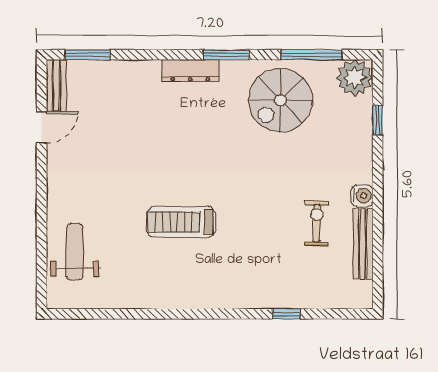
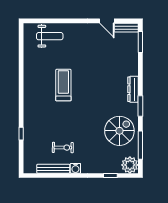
spiral stairs: (281, 100) -> (119, 131), turned 90

